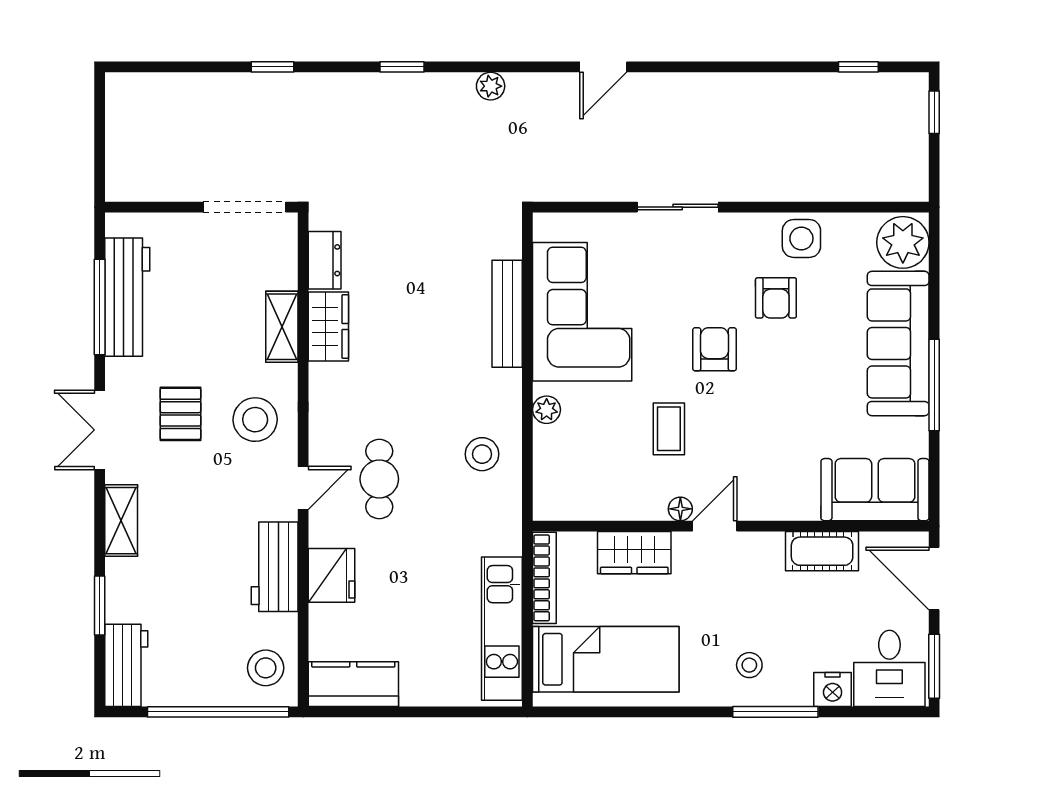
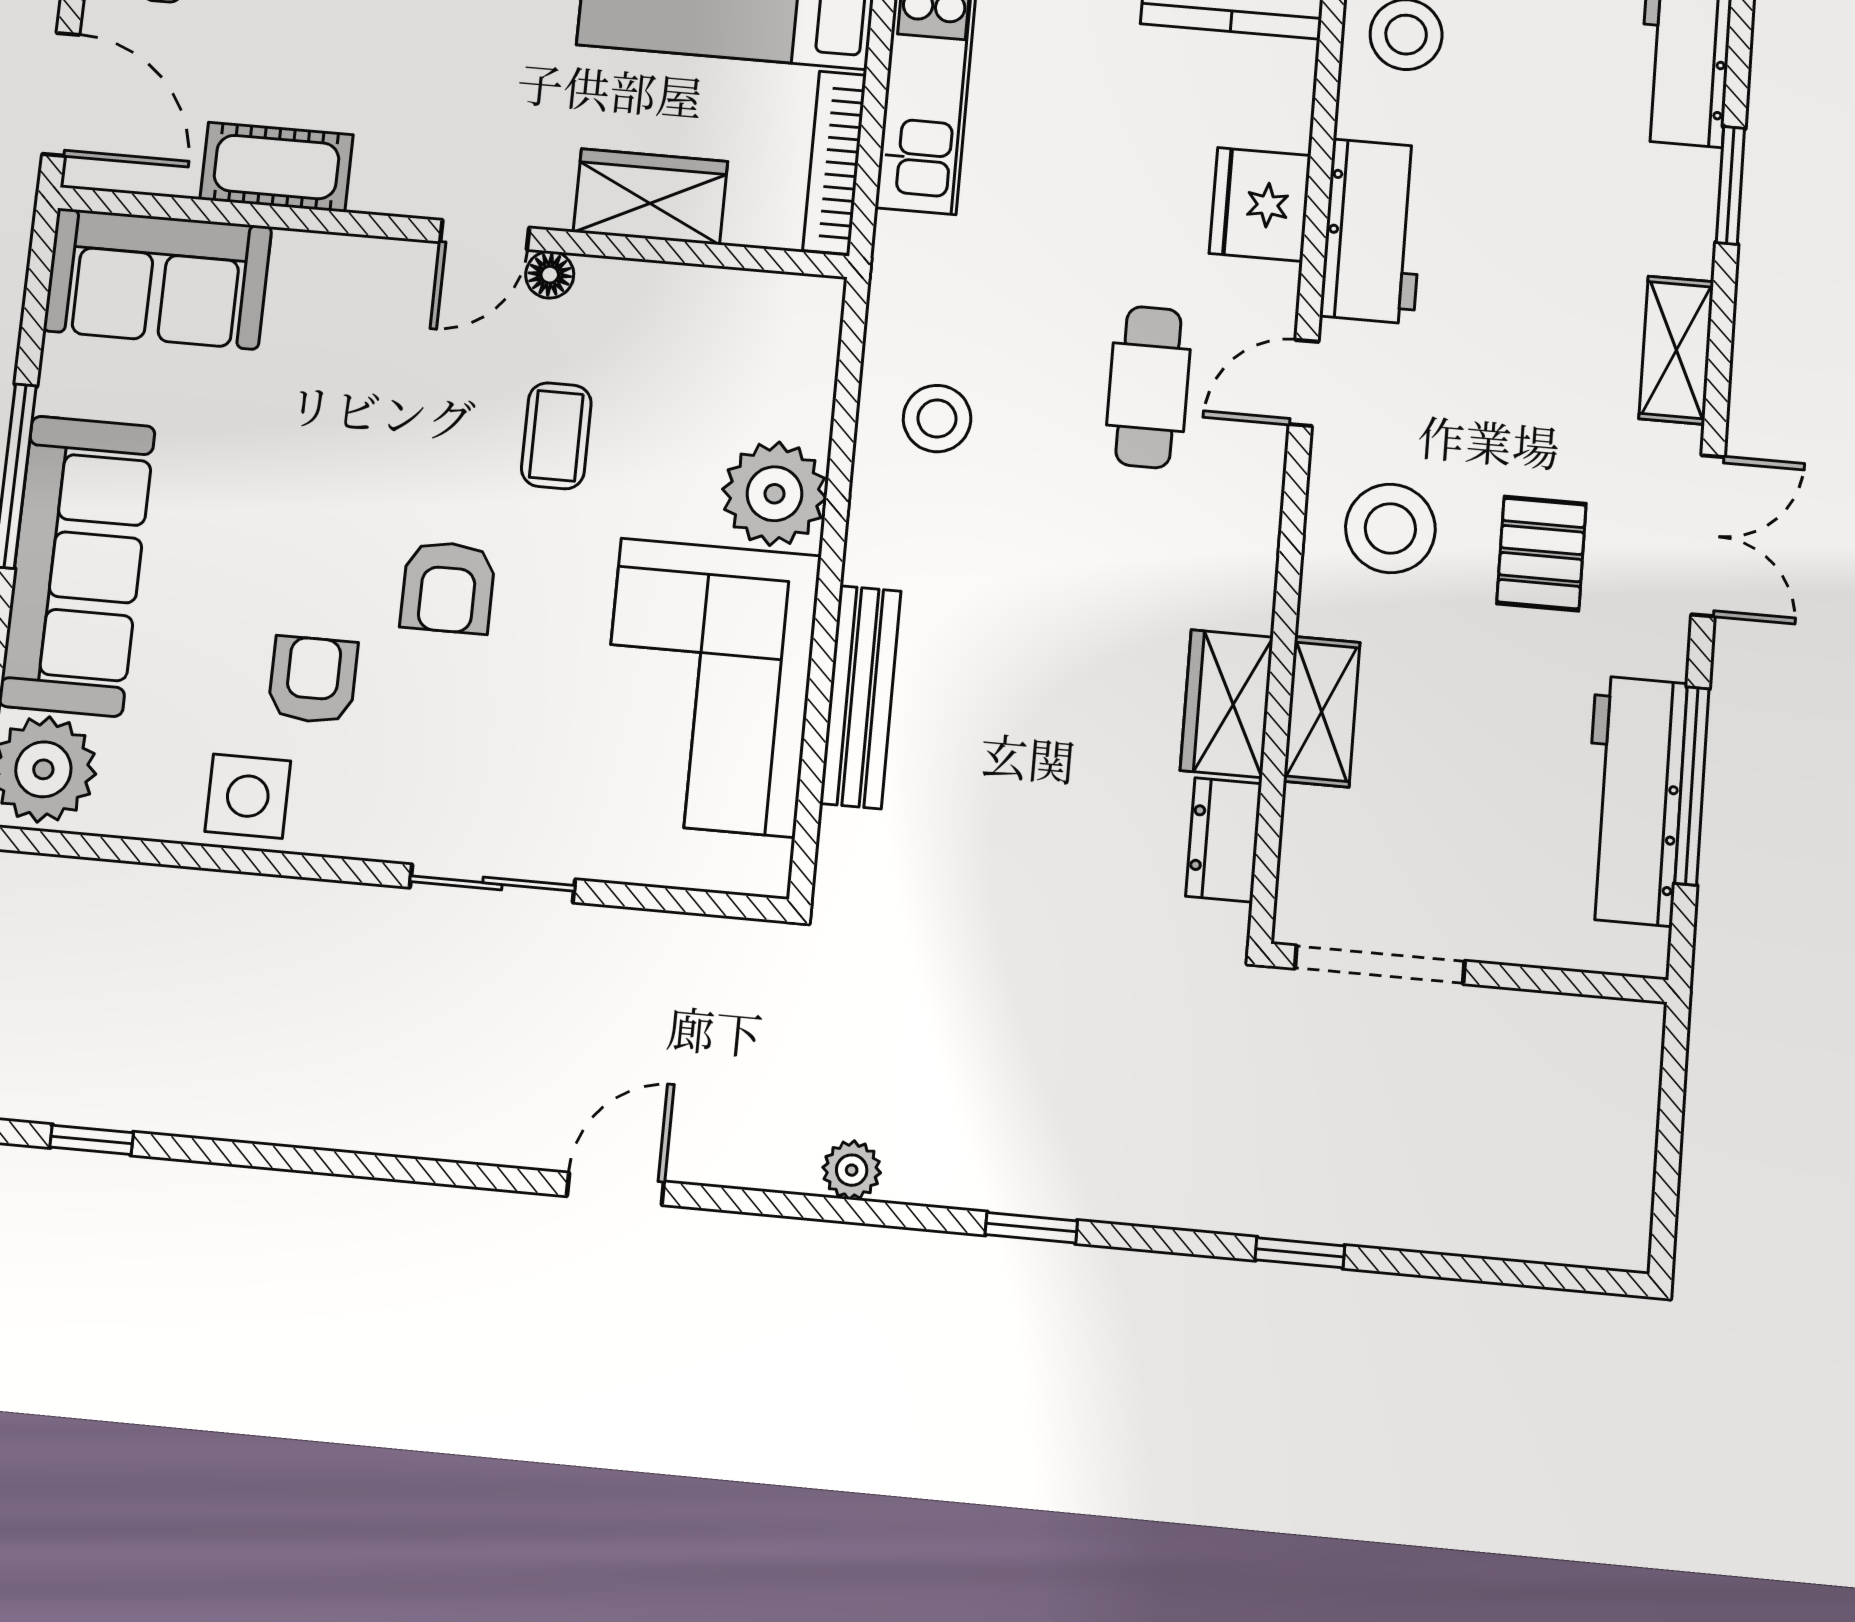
plant: (547, 410) -> (774, 494), width x1.88, depth x1.88

